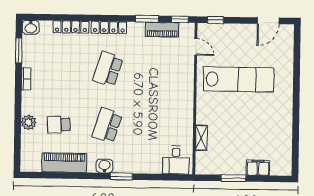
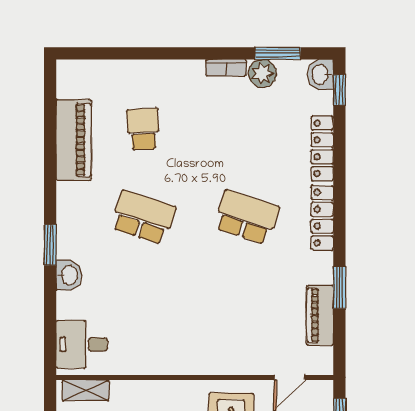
window: (180, 19) -> (339, 90), moved
plant: (29, 122) -> (262, 73), moved
shelving: (201, 138) -> (86, 390), moved
washbasin: (105, 166) -> (69, 275), moved

